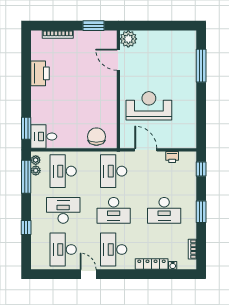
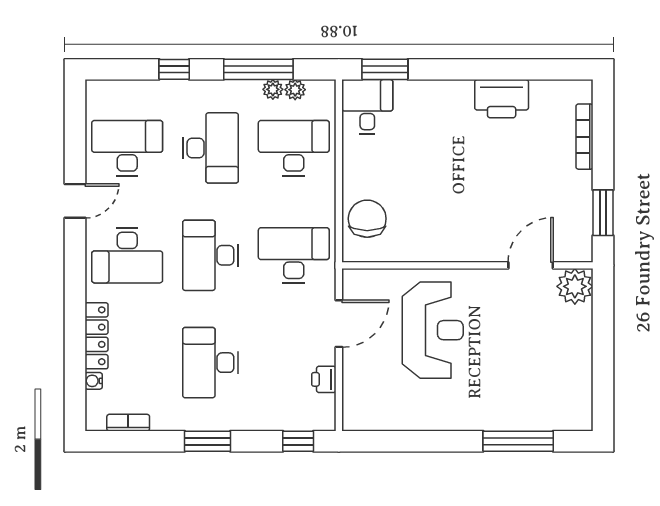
chair: (96, 137) -> (367, 219), turned -90
plant: (36, 160) -> (273, 89), moved
window: (26, 177) -> (258, 69), moved
desk: (114, 250) -> (127, 255), turned 180

